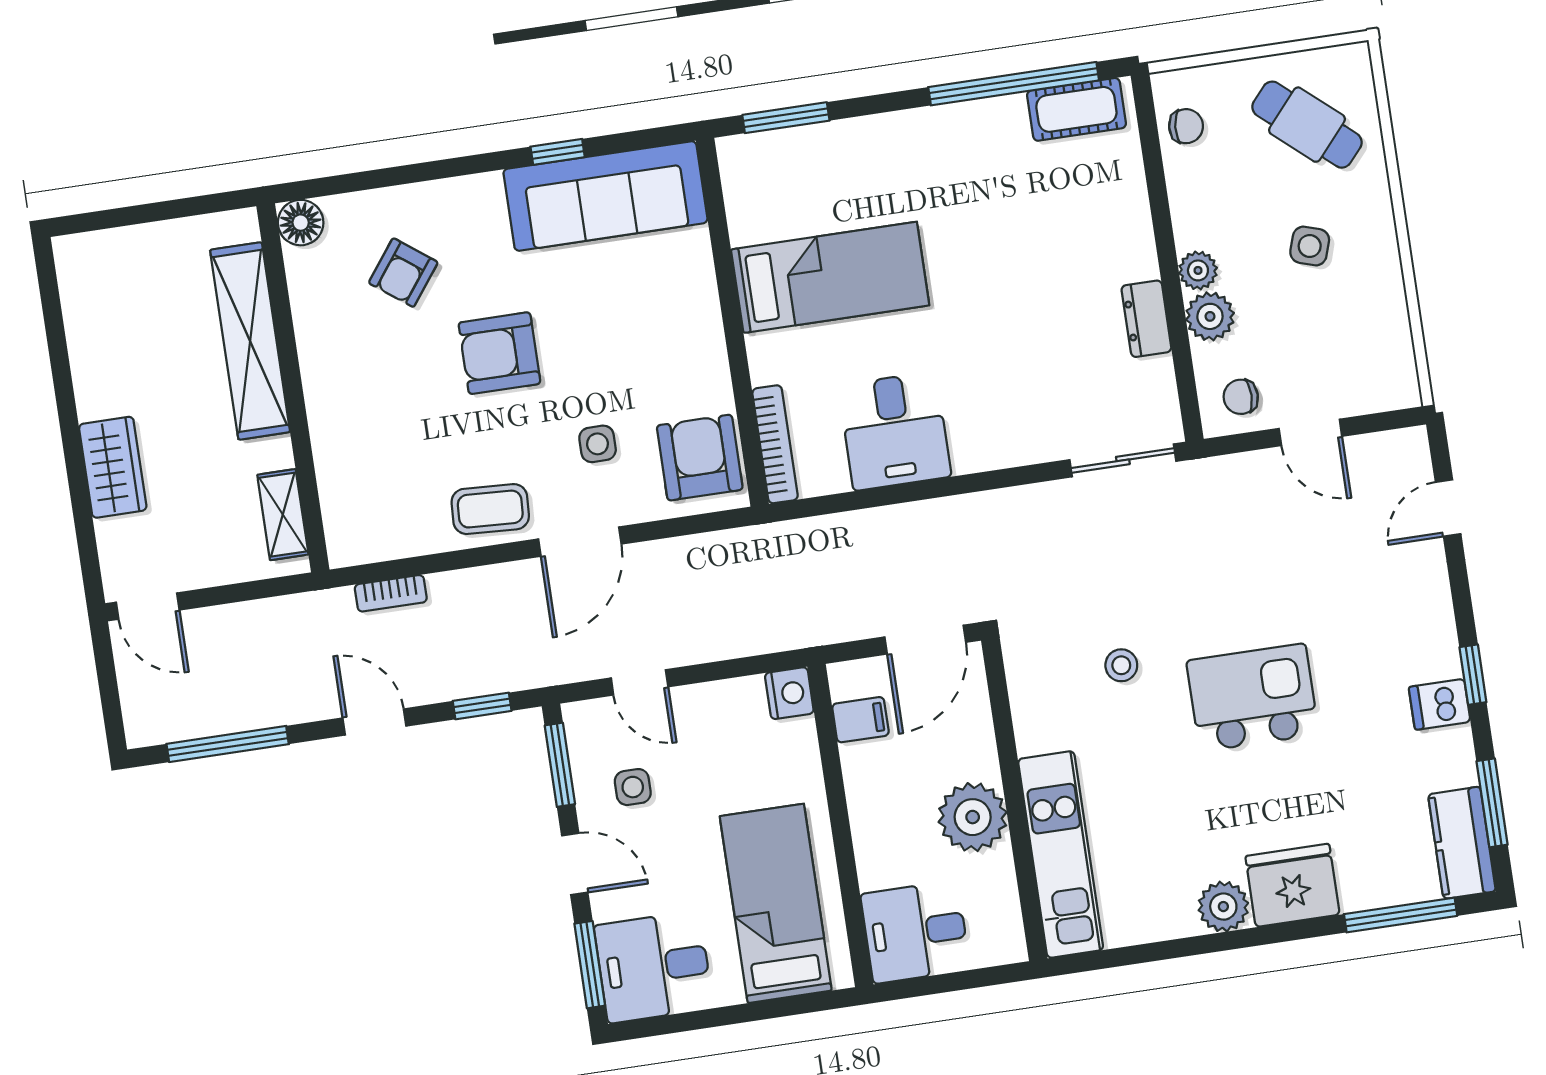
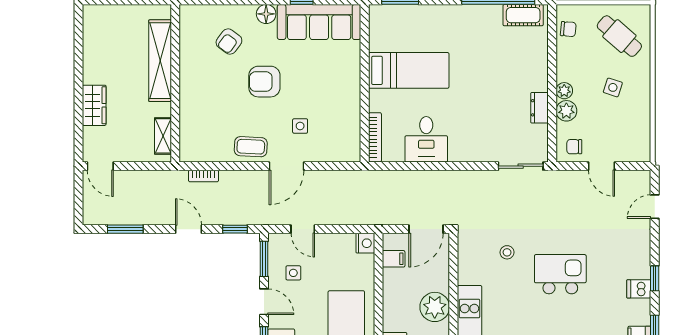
floor lamp: (301, 223) -> (266, 14), moved
armchair: (700, 458) -> (342, 138), removed
window: (228, 744) -> (125, 229), width x0.69

